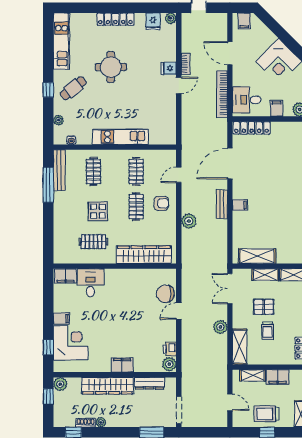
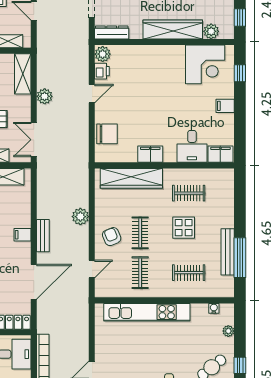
kitchen unit: (120, 137) -> (147, 312), width x1.36
bench: (59, 170) -> (228, 252), moved
clothes rail: (93, 172) -> (189, 273), turned 90
armchair: (161, 203) -> (112, 237), turned 67
double door: (230, 289) -> (34, 140), swing flipped
door: (179, 311) -> (92, 94), moved
corner desk: (71, 343) -> (205, 64), moved, turned -90
filing cabinet: (122, 365) -> (150, 154), moved, turned 180
dresser: (149, 383) -> (112, 32), moved
plant: (60, 384) -> (211, 31), moved

